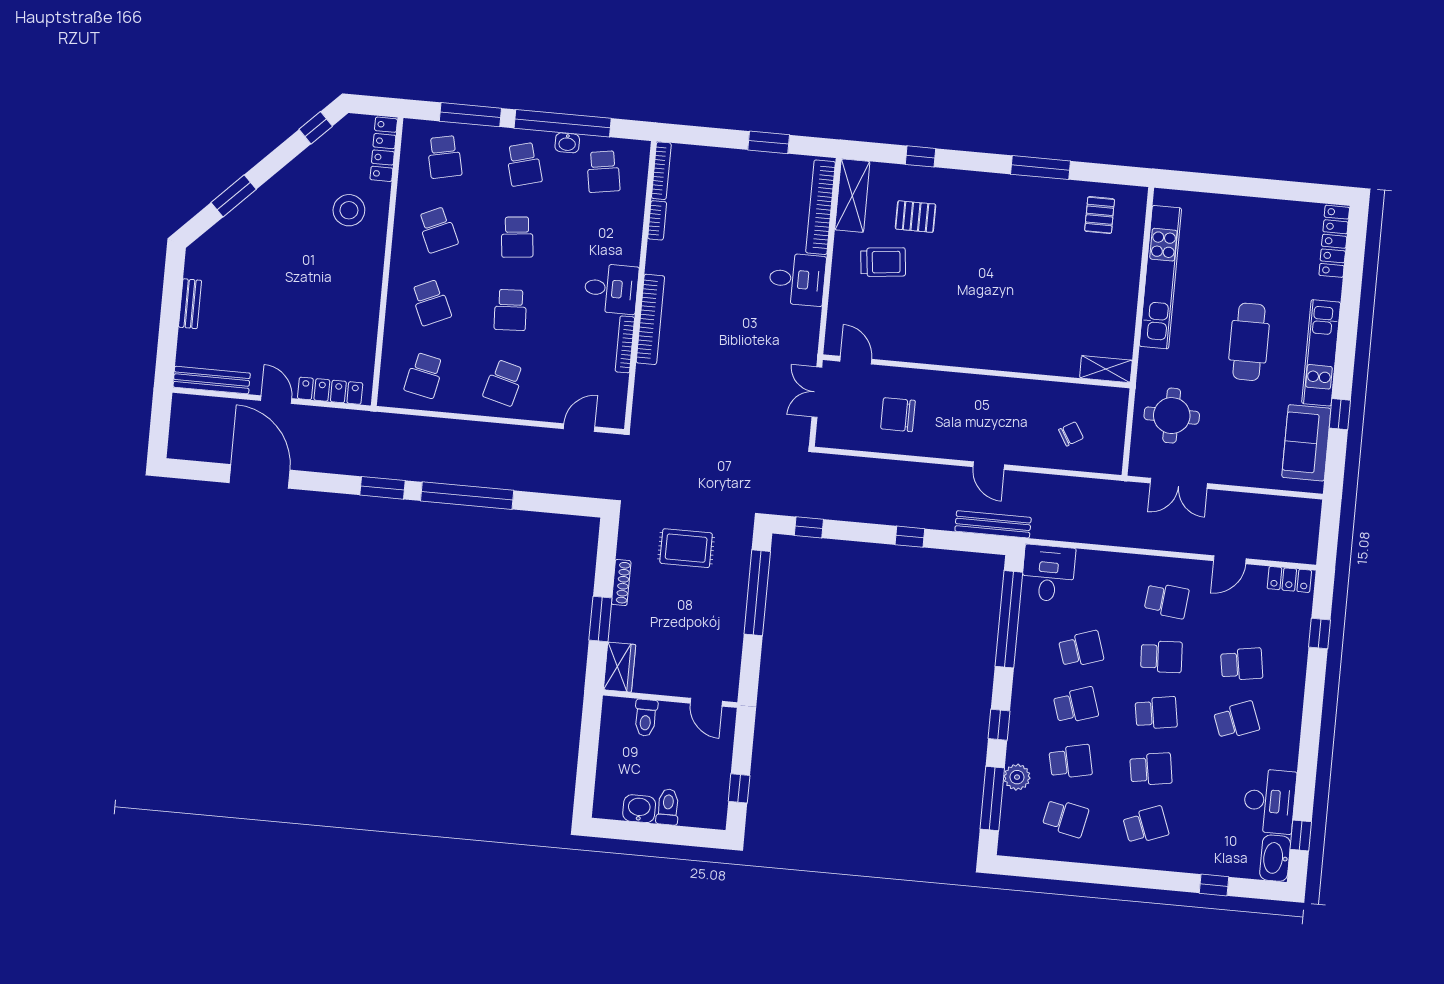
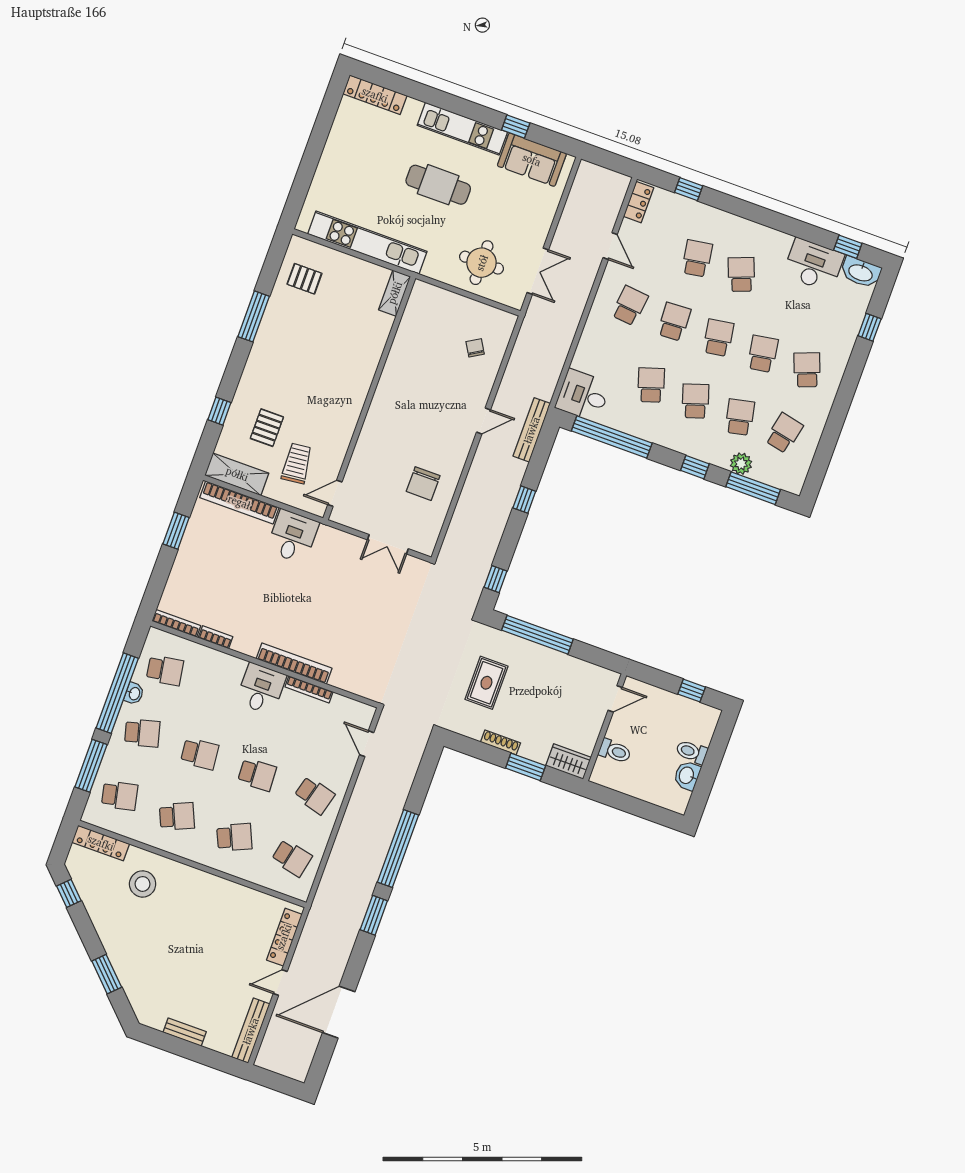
door: (856, 360) -> (335, 493), moved
shelving: (1106, 369) -> (395, 293), moved
wall: (976, 371) -> (369, 398), moved

